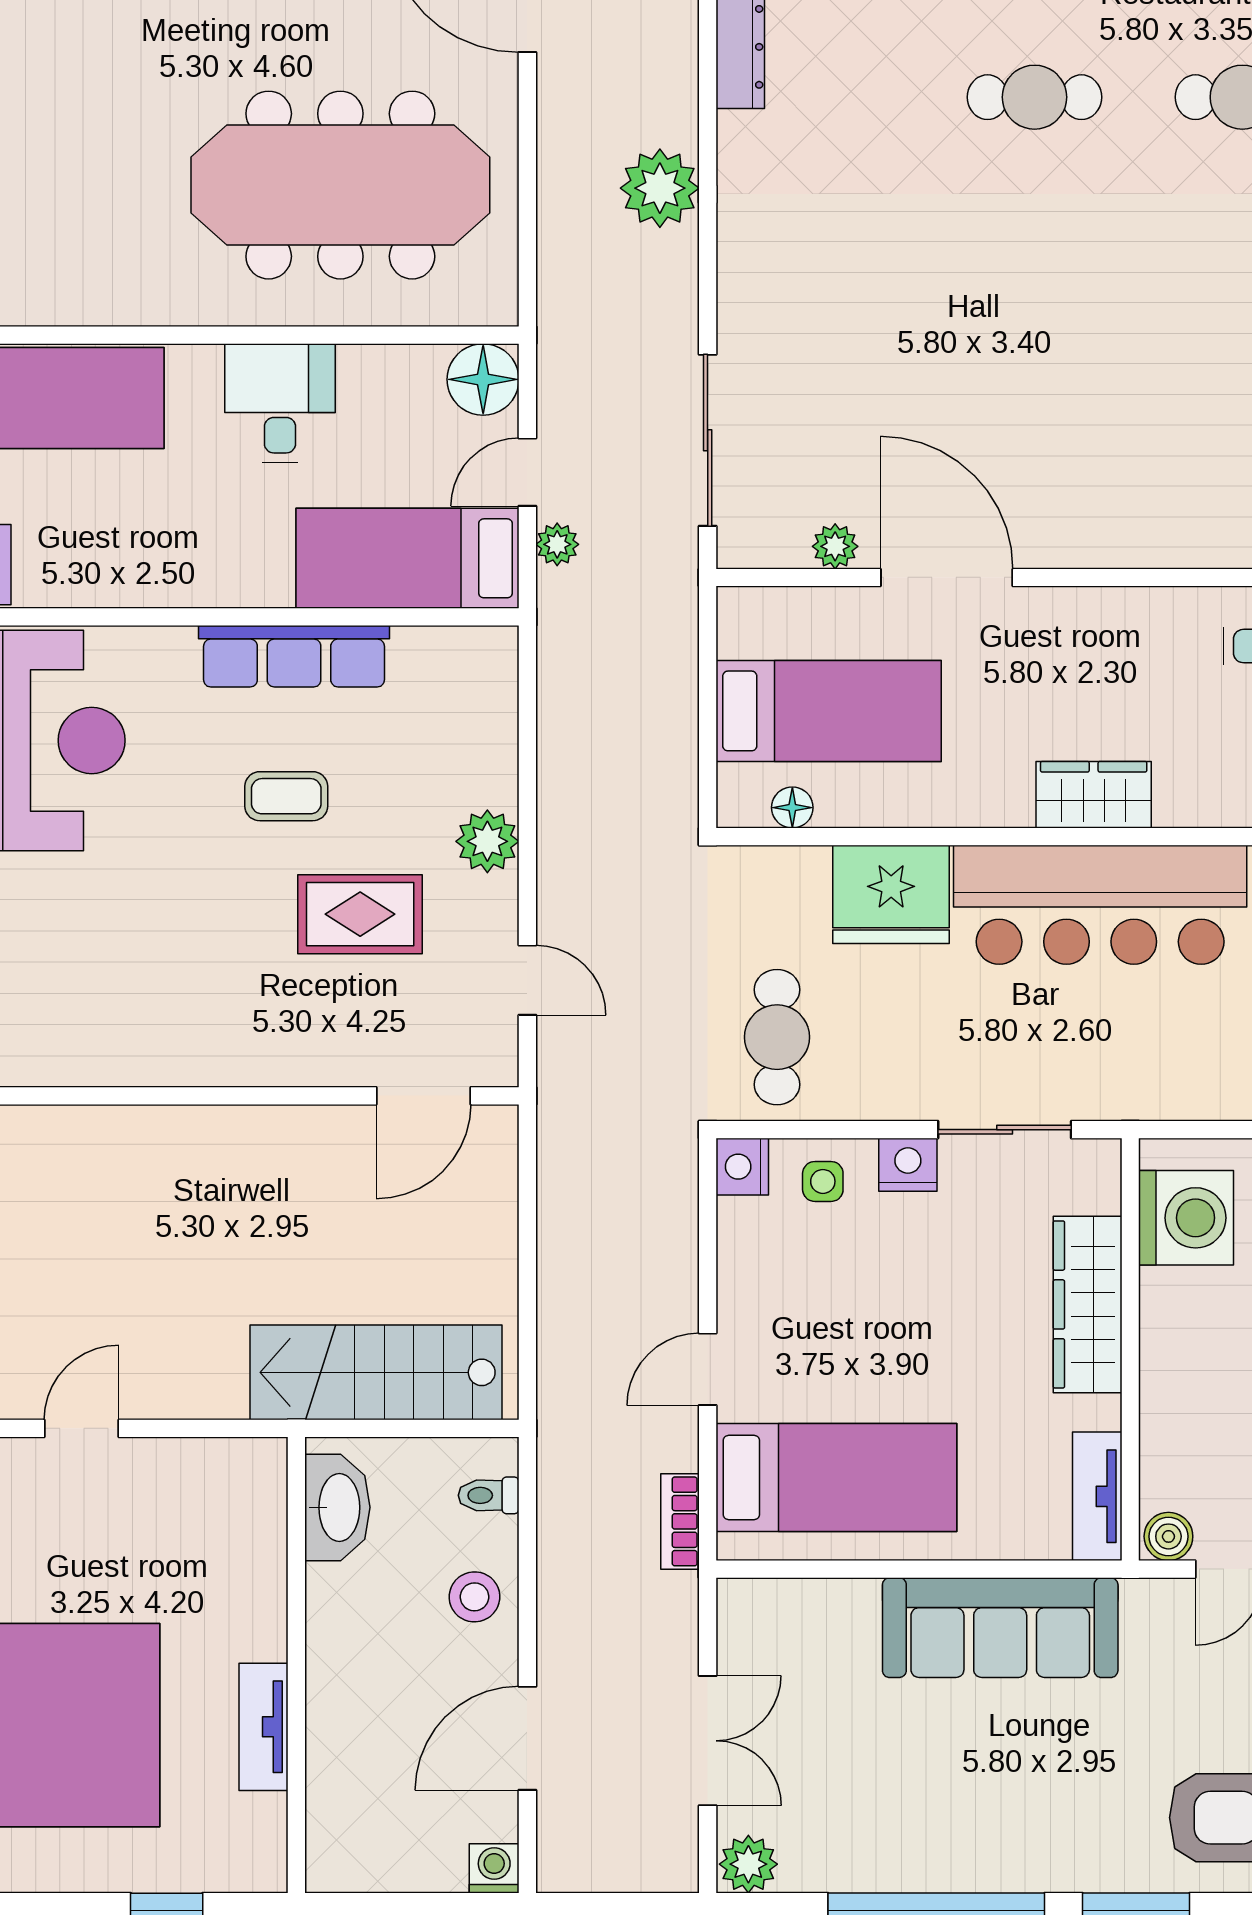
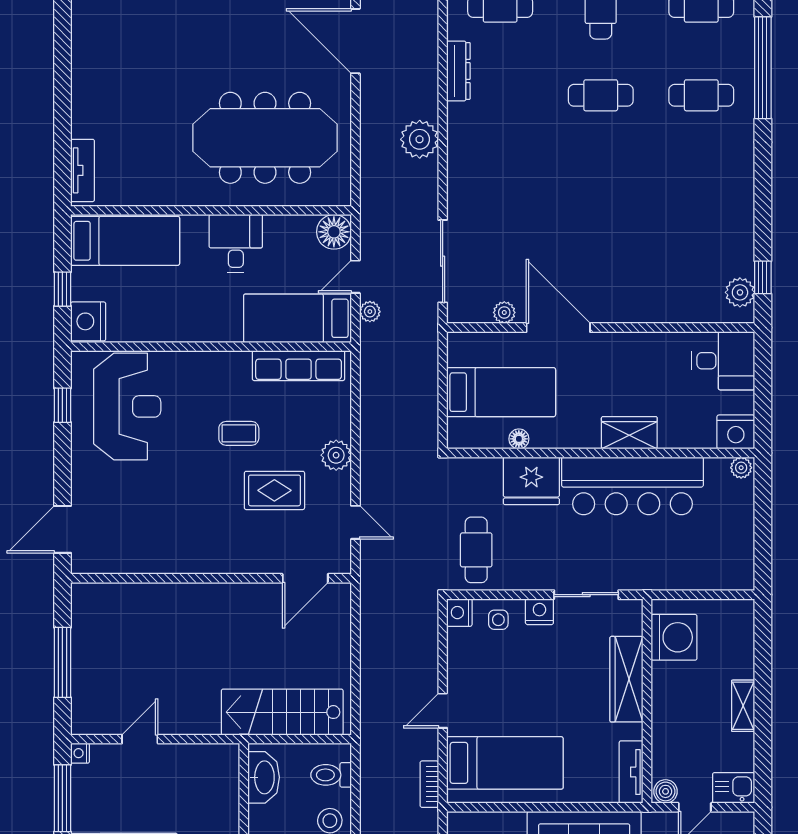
row of seats: (294, 656) -> (299, 366), moved
floor lamp: (792, 808) -> (519, 439), moved
toilet: (489, 1495) -> (331, 775), width x1.37, depth x1.39

